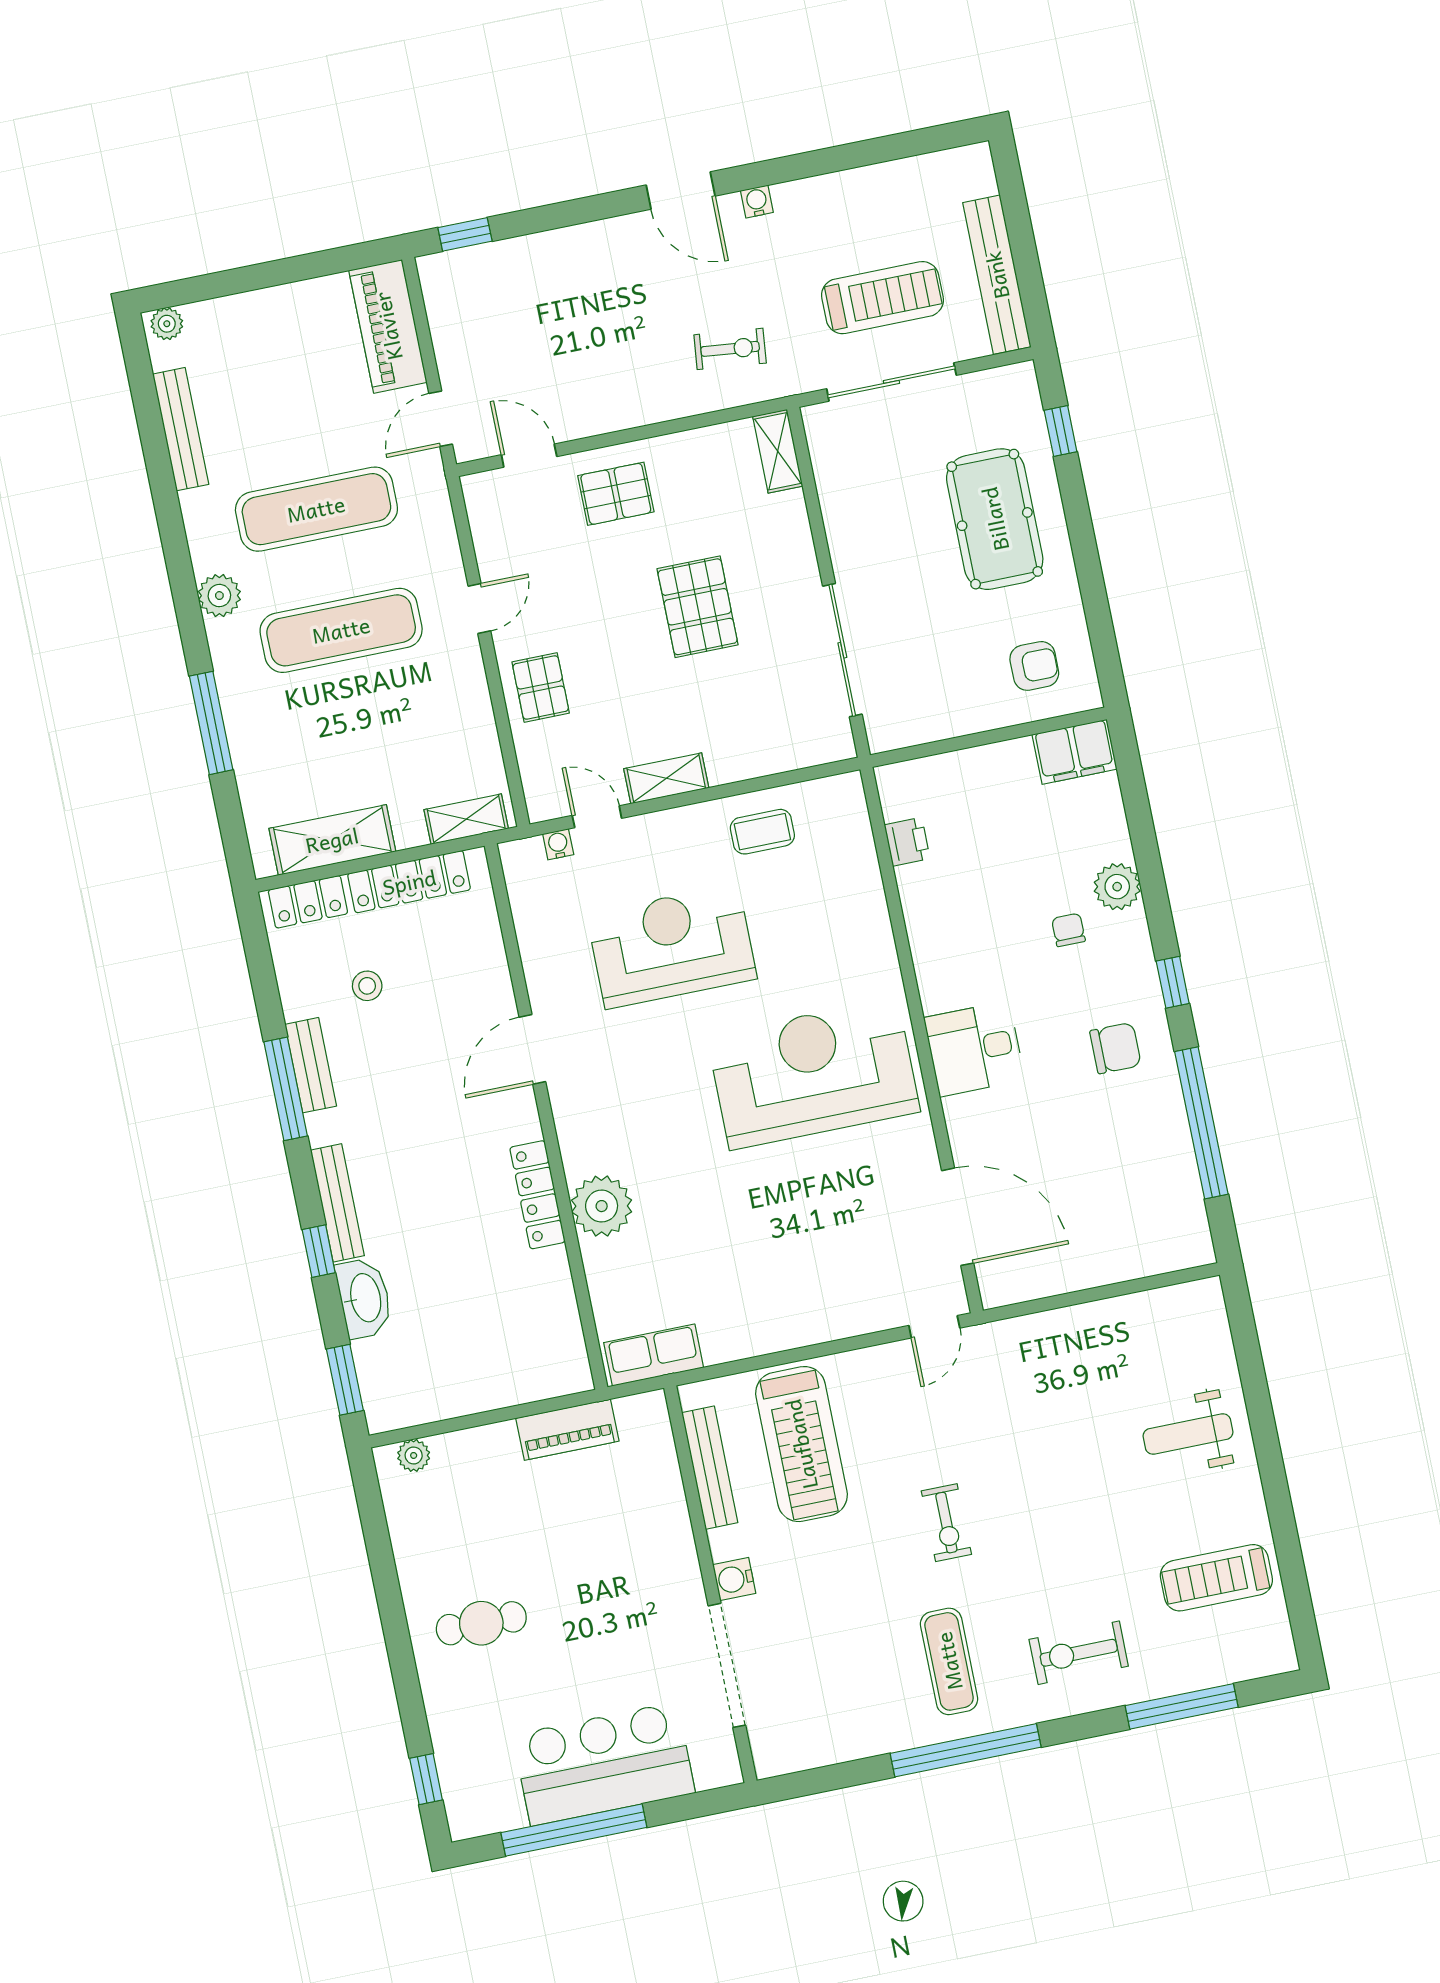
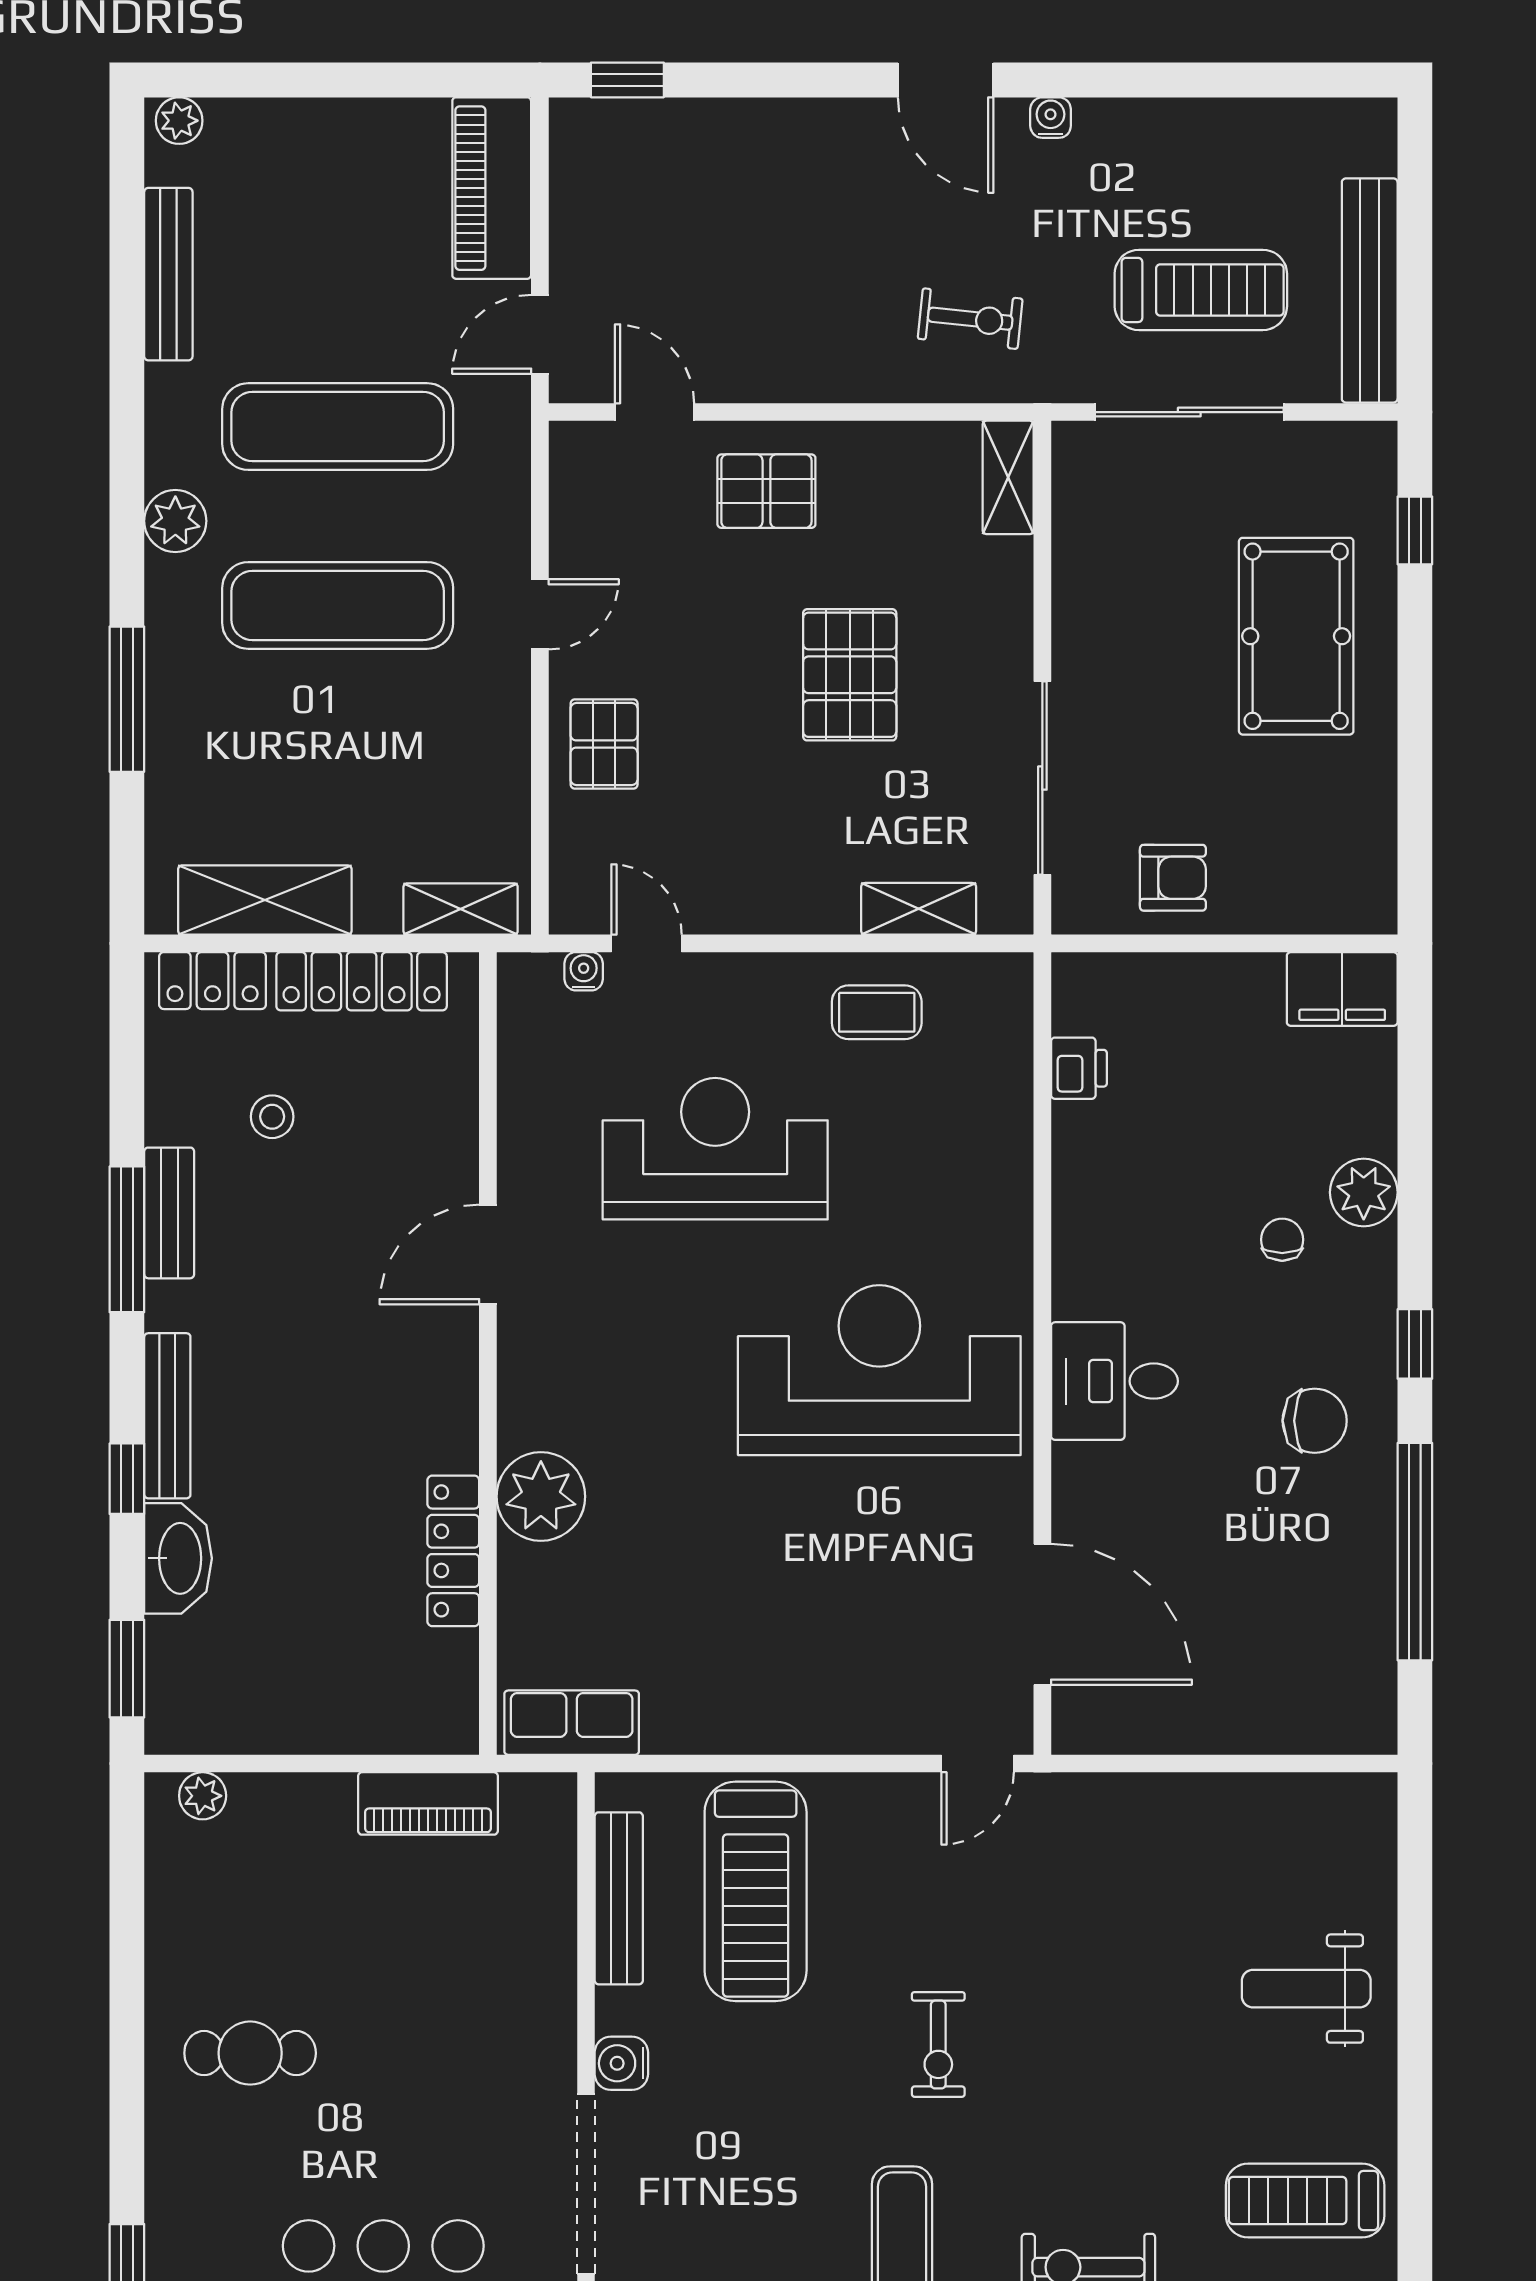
armchair: (1034, 666) -> (1173, 878), moved
shelving: (666, 778) -> (919, 909), moved
locker: (537, 1195) -> (453, 1551), moved

